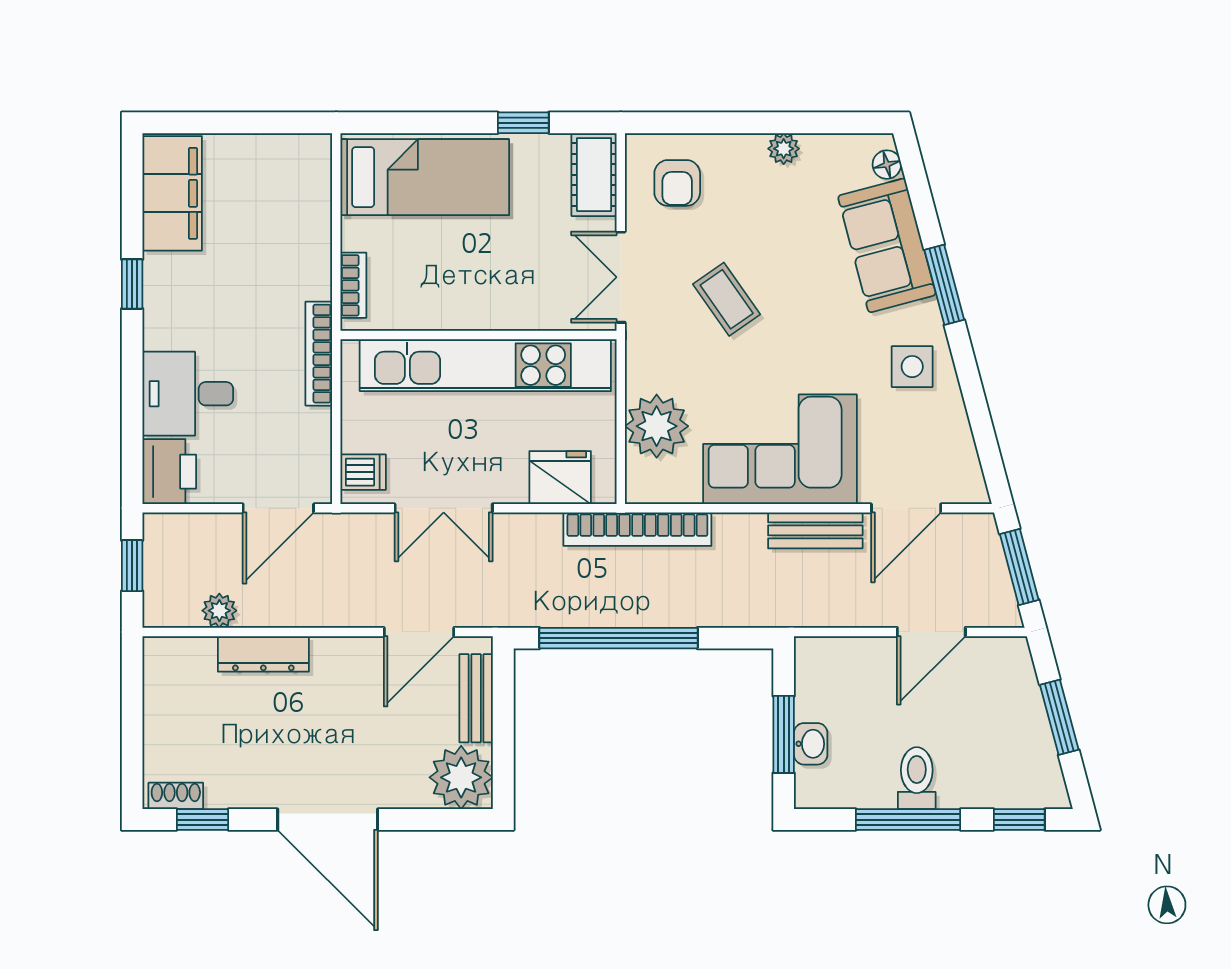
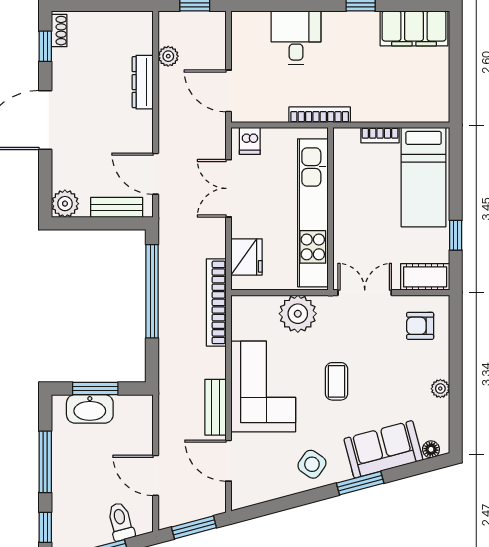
bookcase: (353, 285) -> (380, 135), moved
coffee table: (727, 299) -> (337, 381), moved, turned -55
side table: (912, 367) -> (312, 464), turned 35
plant: (657, 426) -> (298, 314), moved
printer: (169, 472) -> (250, 27), removed
washbasin: (811, 744) -> (90, 409), width x1.91, depth x1.45
plant: (461, 777) -> (65, 204), width x0.73, depth x0.73
toilet: (917, 778) -> (121, 522), moved, turned -105

